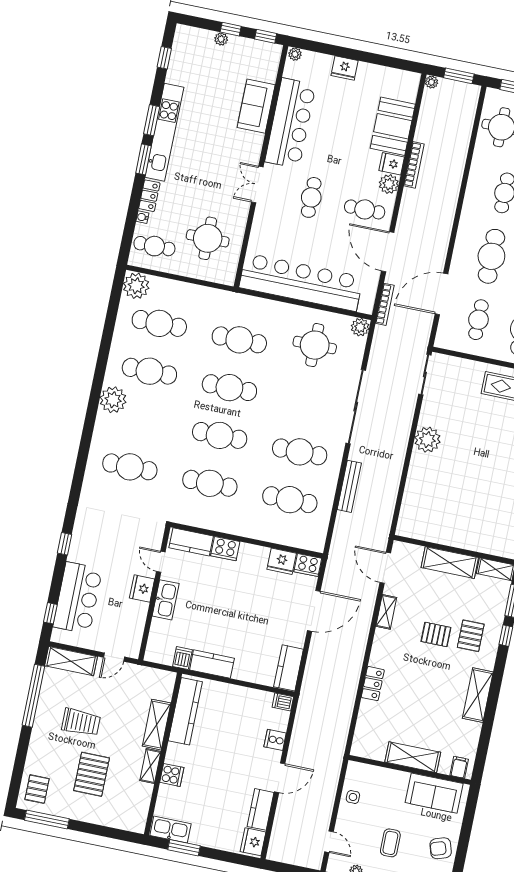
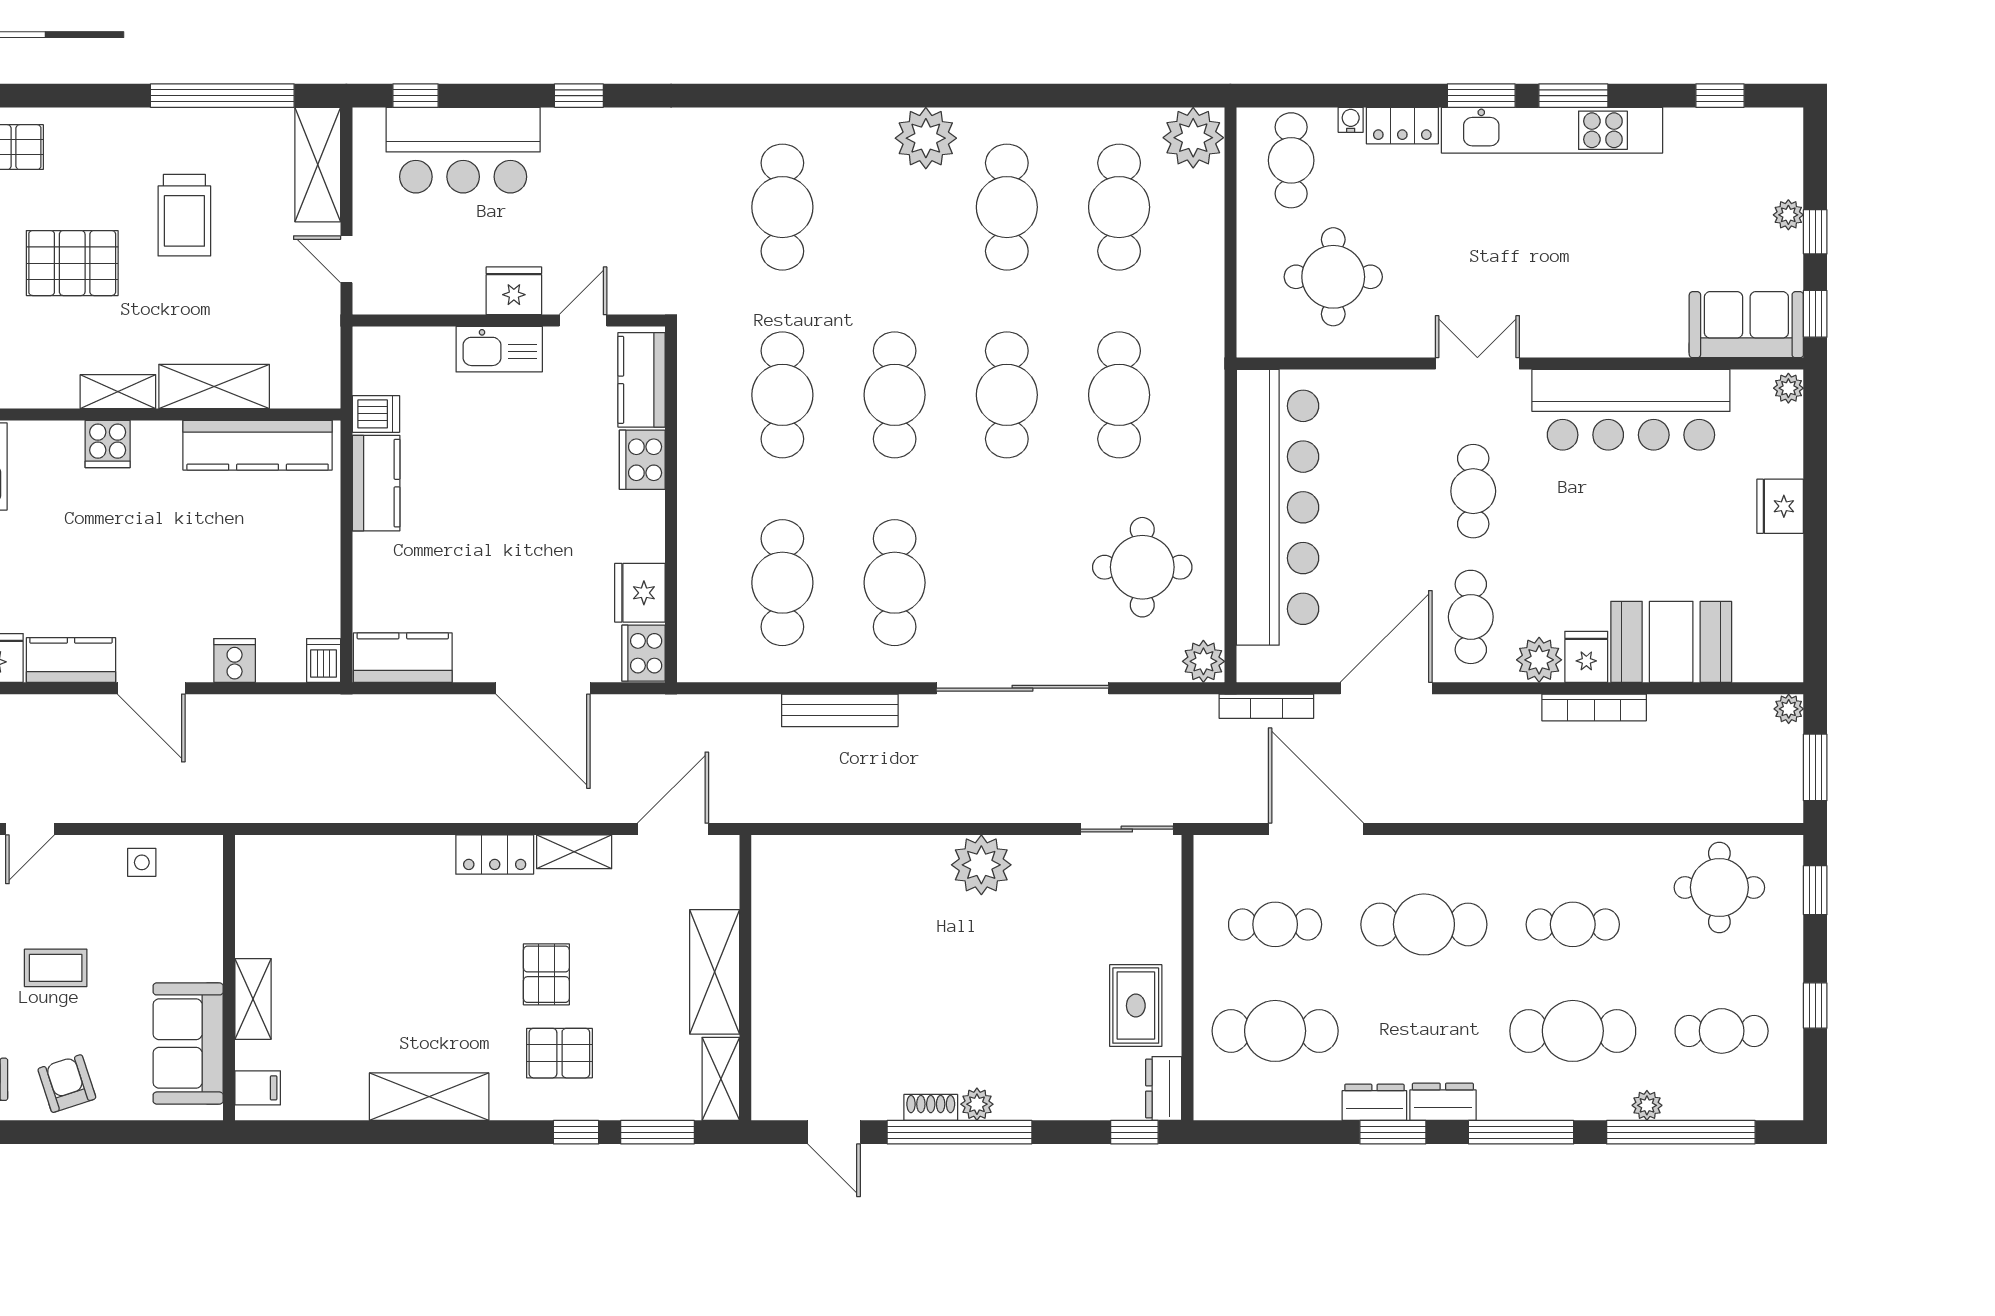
sofa: (256, 106) -> (1746, 325), moved
cafe table: (311, 197) -> (1473, 491), turned 90
locker: (373, 684) -> (495, 855), moved
shelving: (413, 757) -> (253, 999), width x0.67, depth x0.75

